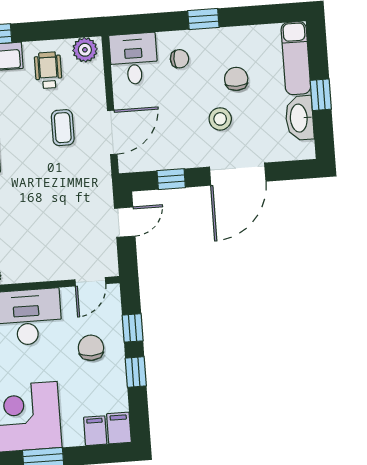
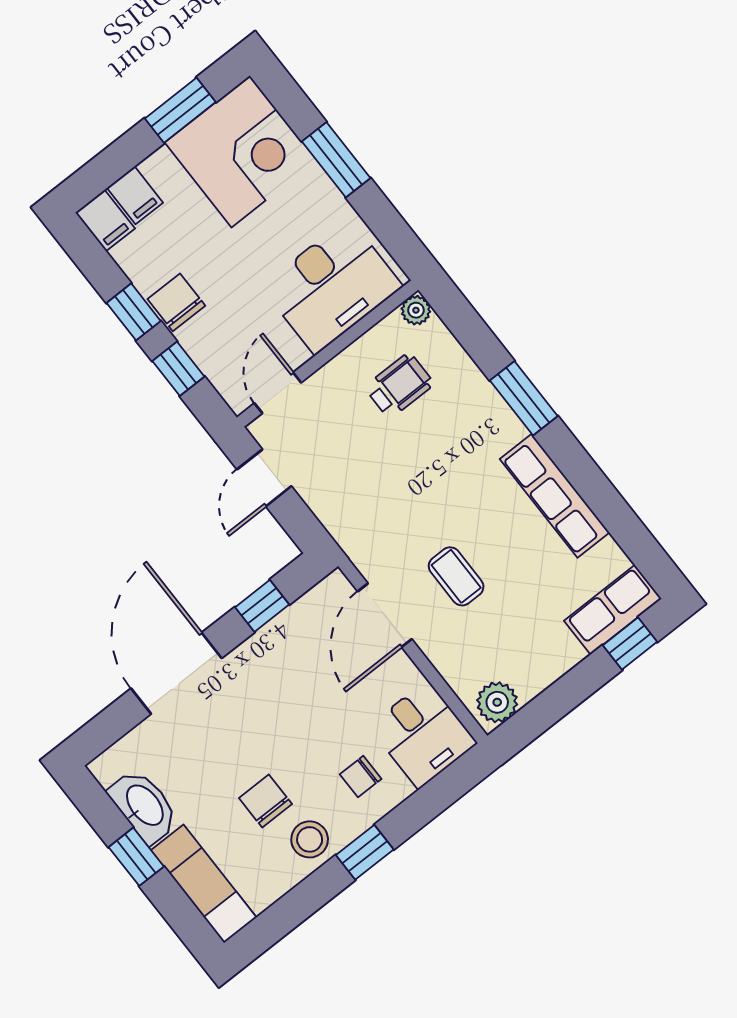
wheelchair: (48, 70) -> (399, 386), moved, turned -90
chair: (236, 79) -> (266, 801), turned 180
stool: (220, 119) -> (310, 839), moved
door: (125, 222) -> (264, 478), moved
chair: (91, 348) -> (176, 302), moved, turned 180

